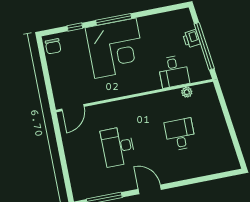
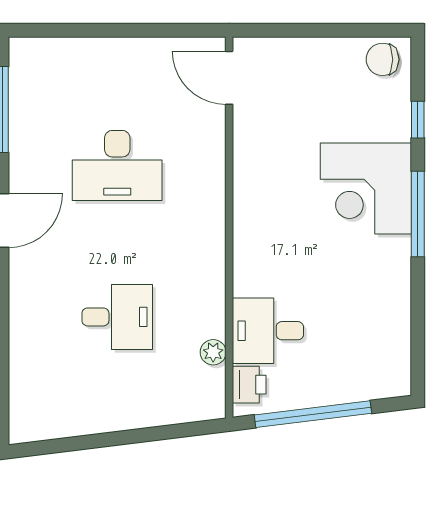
printer: (191, 39) -> (249, 385), moved, turned 97
corner desk: (115, 48) -> (366, 189), width x0.74, depth x0.74
desk: (118, 147) -> (117, 166), turned 180

